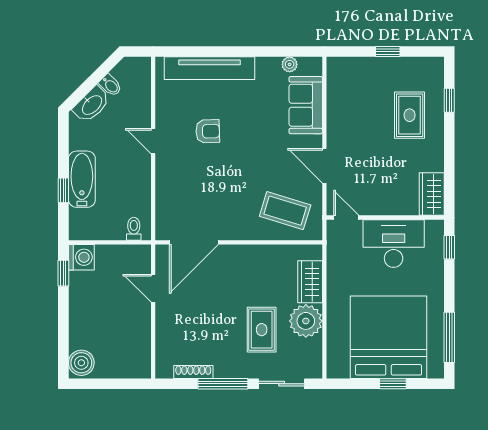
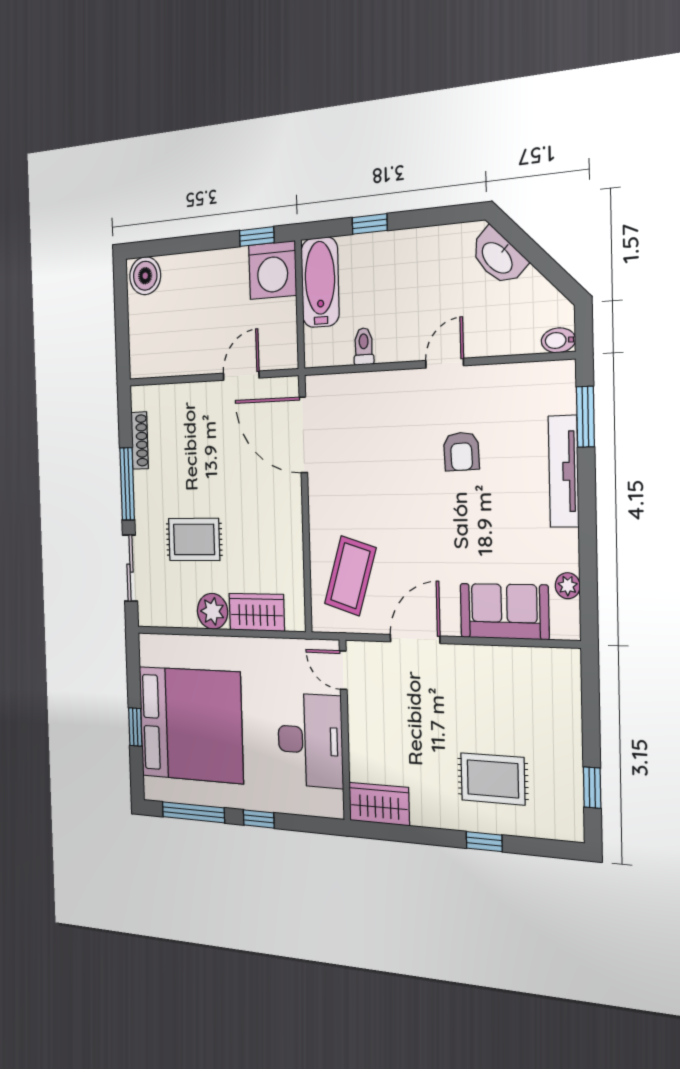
window: (190, 51) -> (585, 417), added
window: (388, 51) -> (592, 788), moved
tv unit: (209, 68) -> (564, 471), width x0.73, depth x0.78
bidet: (110, 85) -> (558, 340), moved, turned 45
window: (449, 100) -> (484, 842), moved
bathtub: (82, 179) -> (320, 282), moved, turned -90
door: (346, 218) -> (343, 670), swing flipped
toilet: (134, 229) -> (364, 346), moved, turned -90
window: (449, 247) -> (259, 819), moved
washing machine: (81, 257) -> (273, 270), width x1.37, depth x1.37
plant: (306, 321) -> (212, 611), width x0.73, depth x0.73

